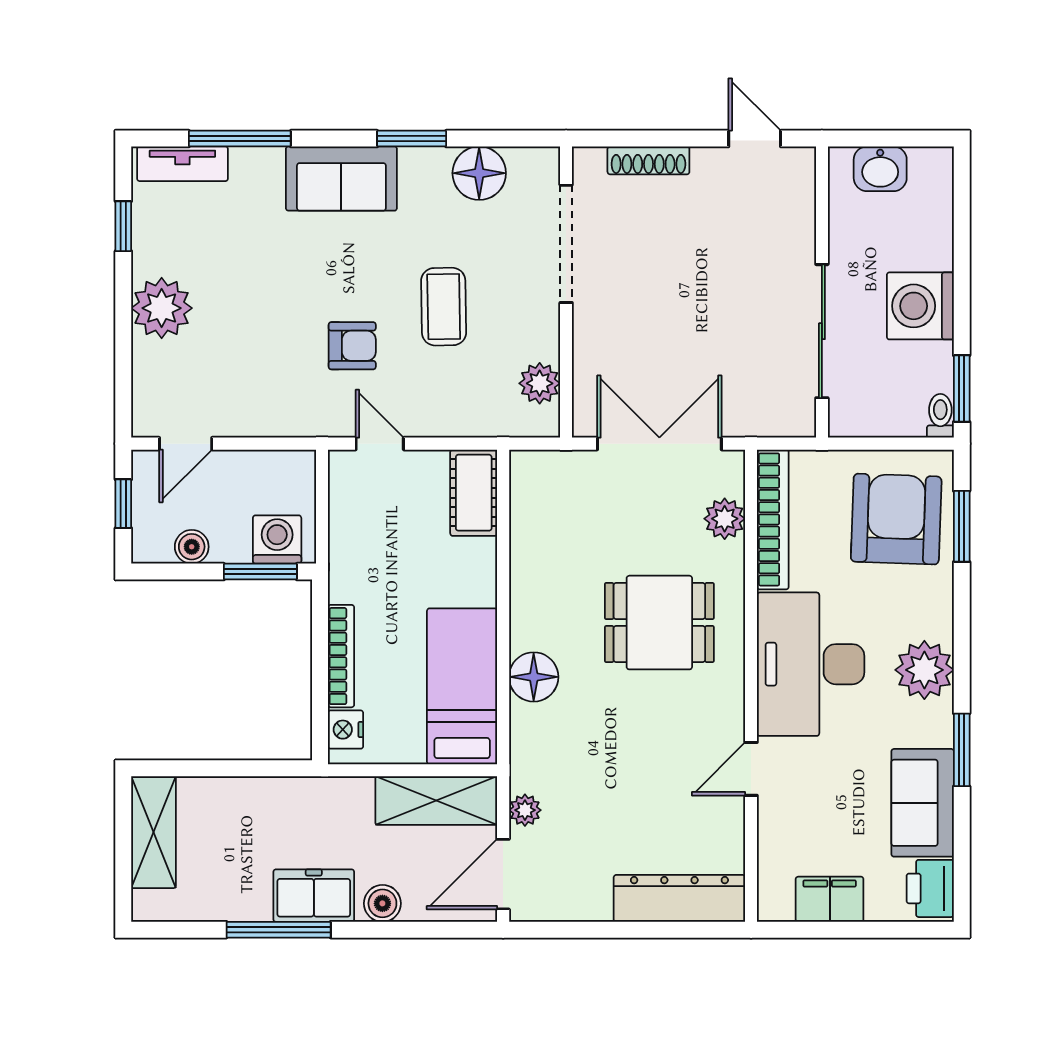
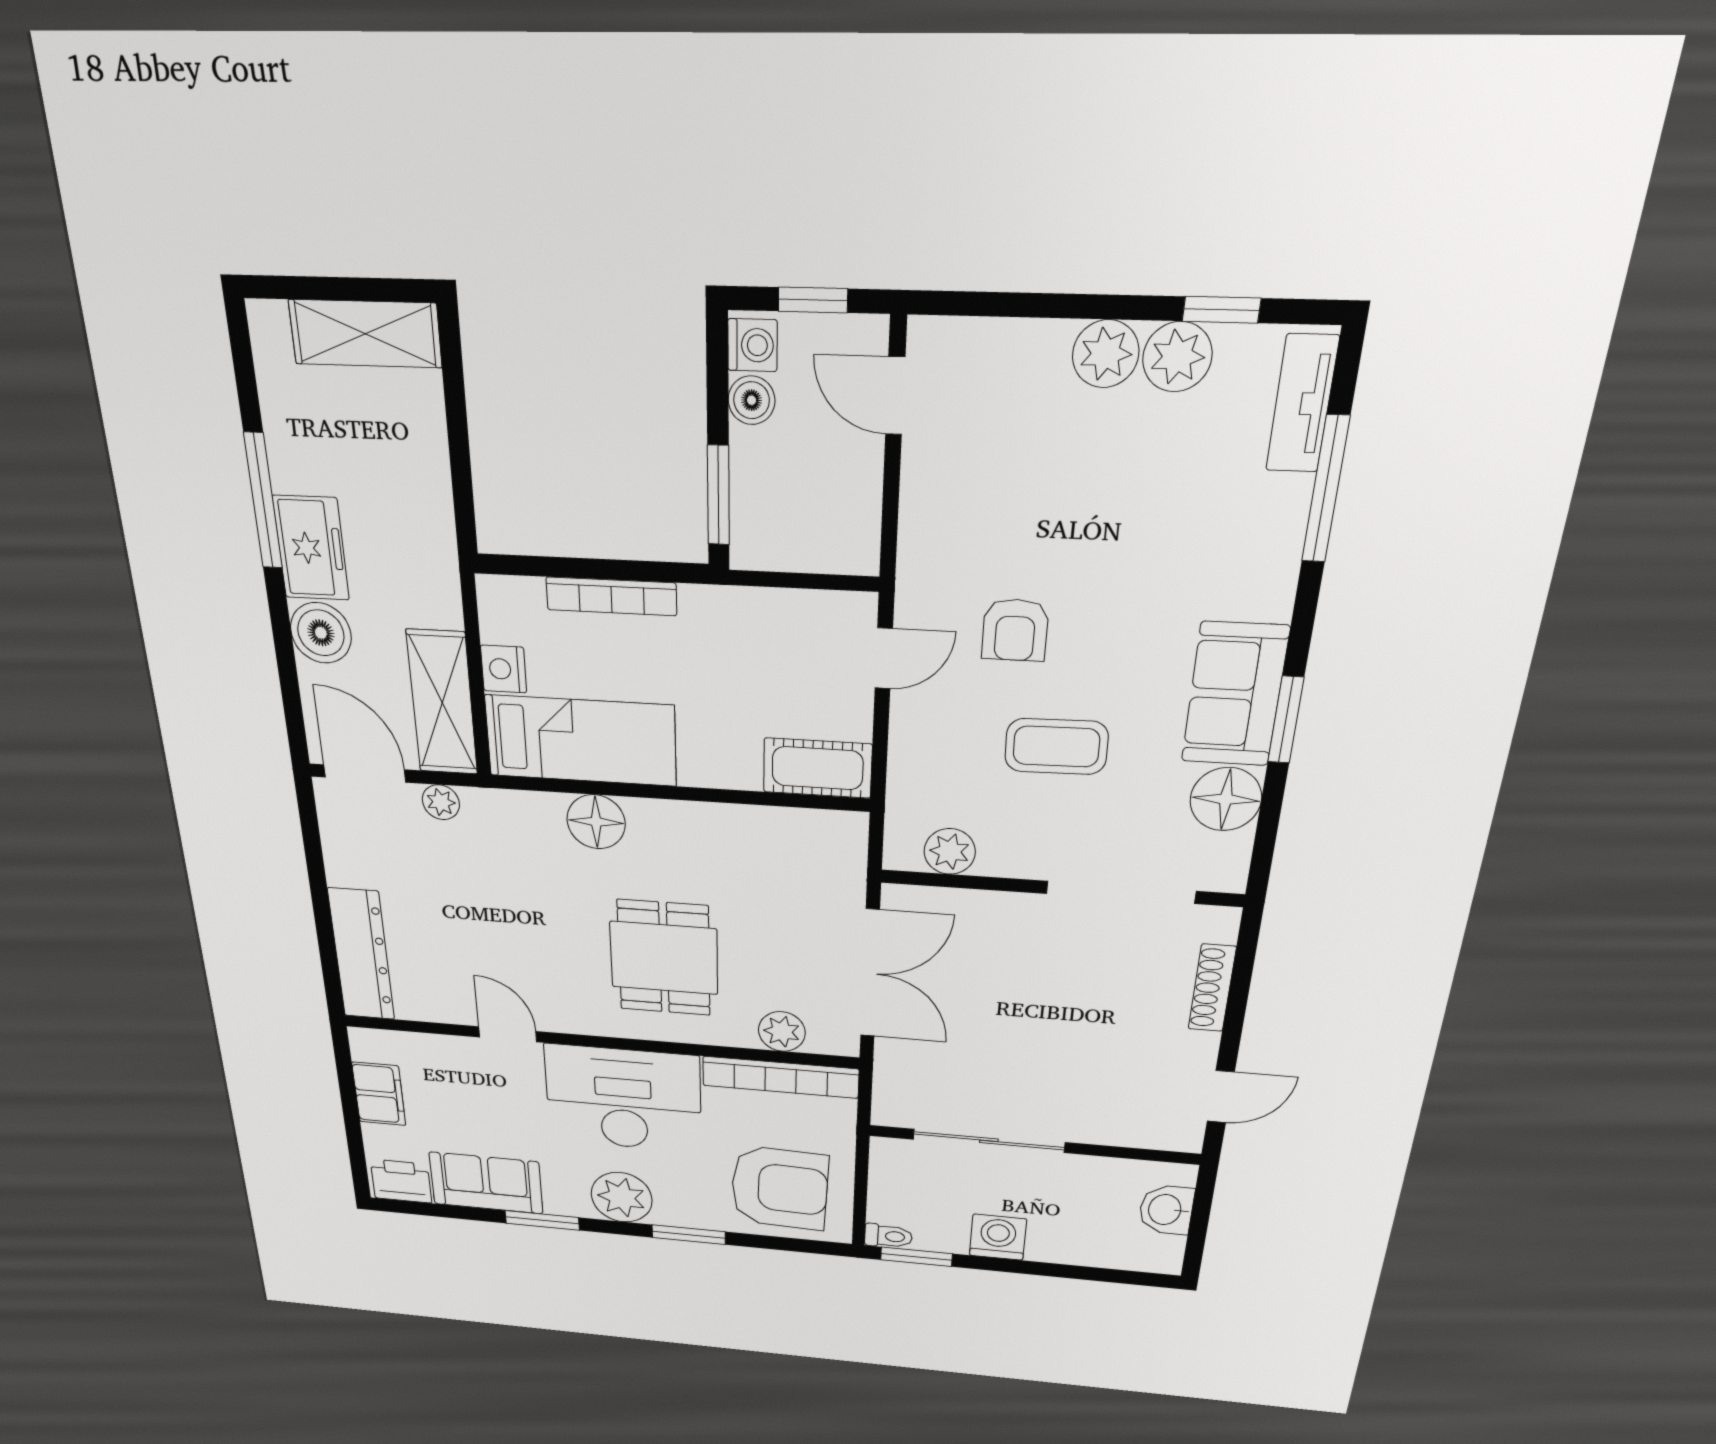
sofa: (341, 179) -> (1235, 694), moved
plant: (154, 251) -> (1177, 357), added
washing machine: (920, 306) -> (998, 1237), width x0.73, depth x0.73
plant: (162, 308) -> (1106, 354), width x0.73, depth x0.73
window: (962, 526) -> (689, 1235), moved
washing machine: (277, 540) -> (752, 345), moved, width x0.73, depth x0.73
nightstand: (346, 730) -> (504, 669), moved, turned -90
boiler: (382, 903) -> (321, 633), width x1.36, depth x1.36

